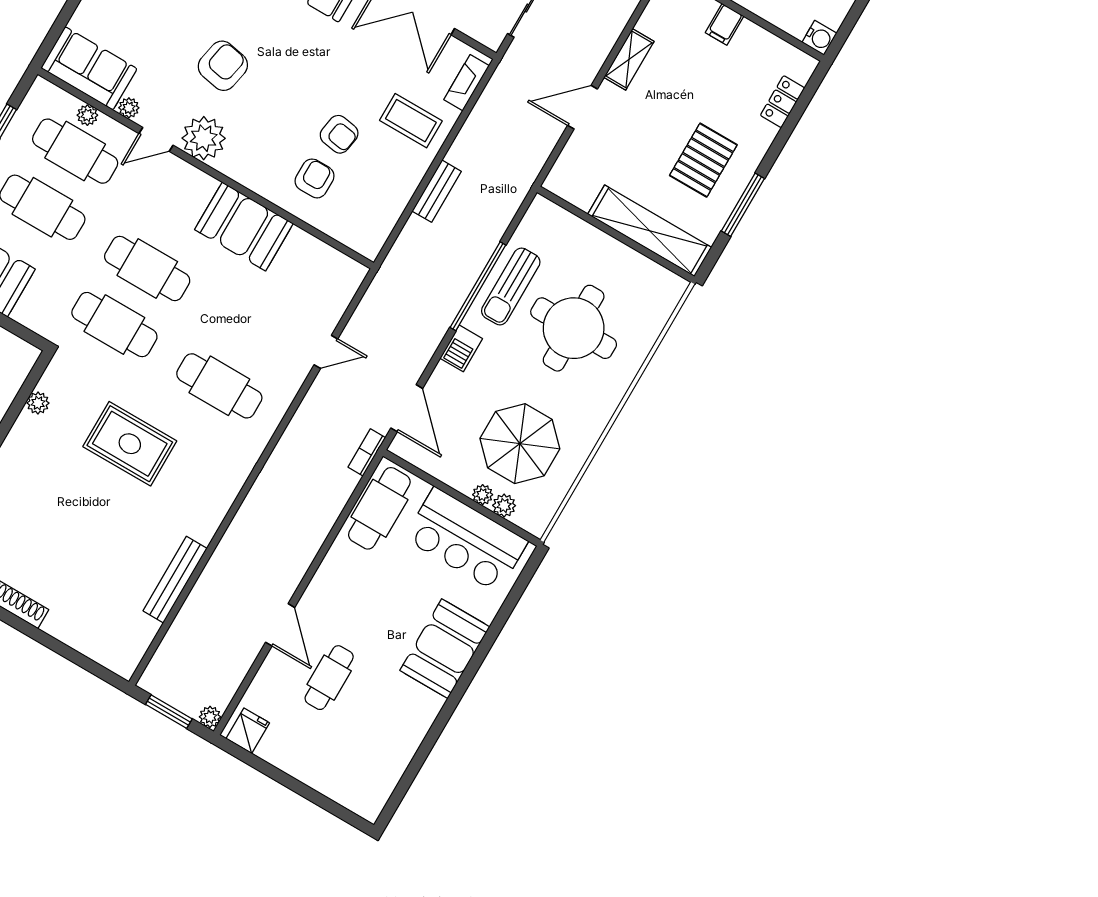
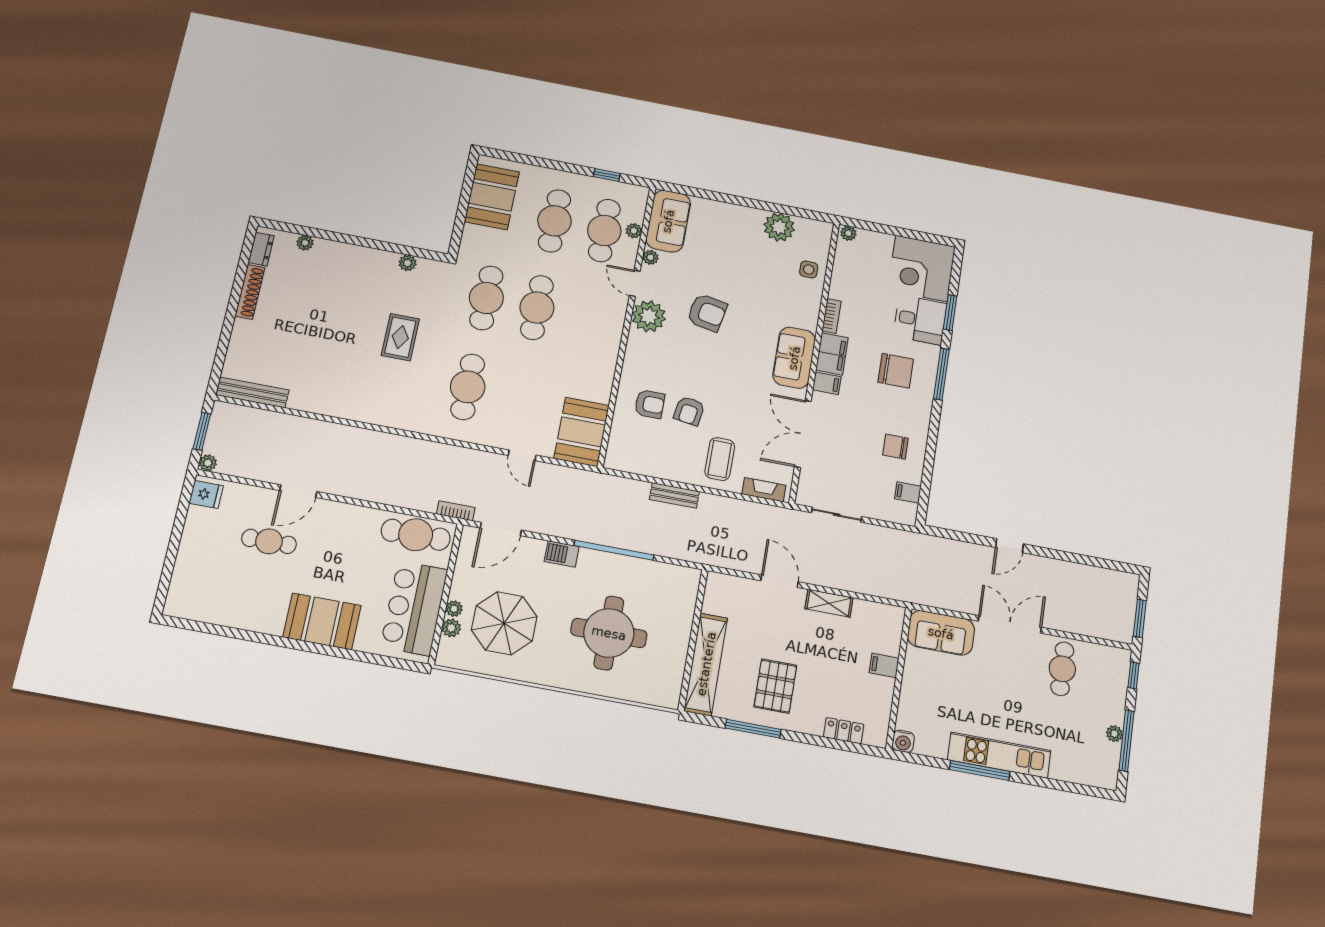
pallet: (703, 160) -> (775, 686), turned 90
booth: (244, 227) -> (582, 432), moved
sun lounger: (511, 286) -> (623, 575), removed
rug: (130, 444) -> (400, 337), width x0.73, depth x0.70
bench: (175, 580) -> (252, 392), moved

